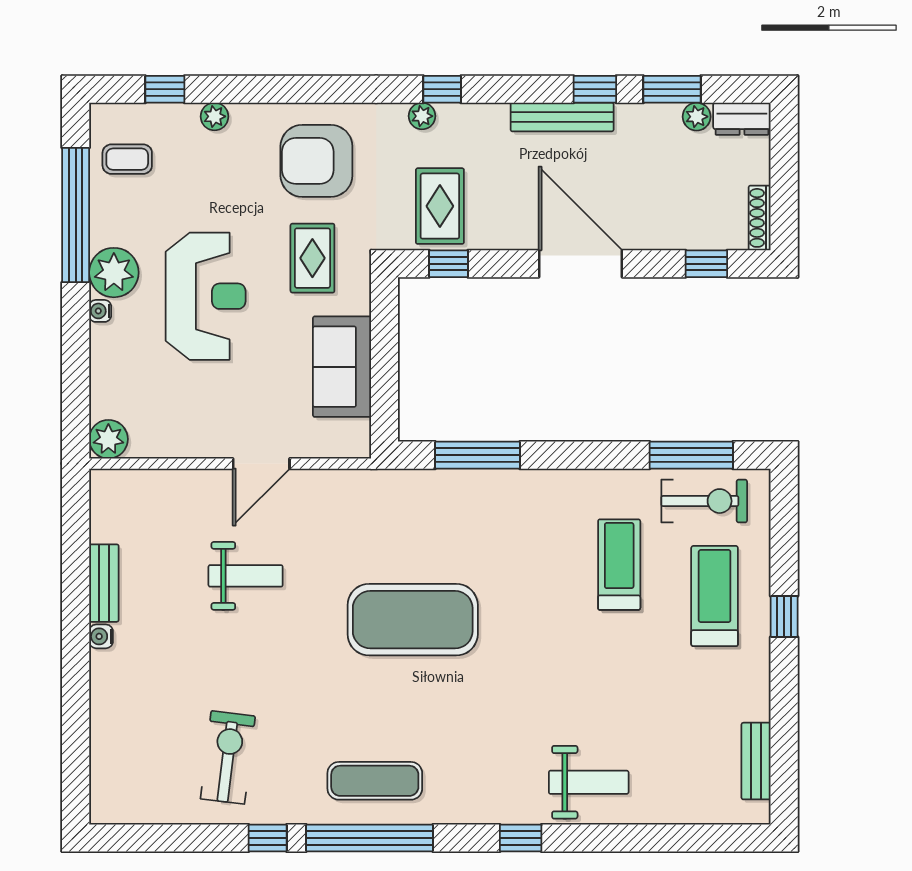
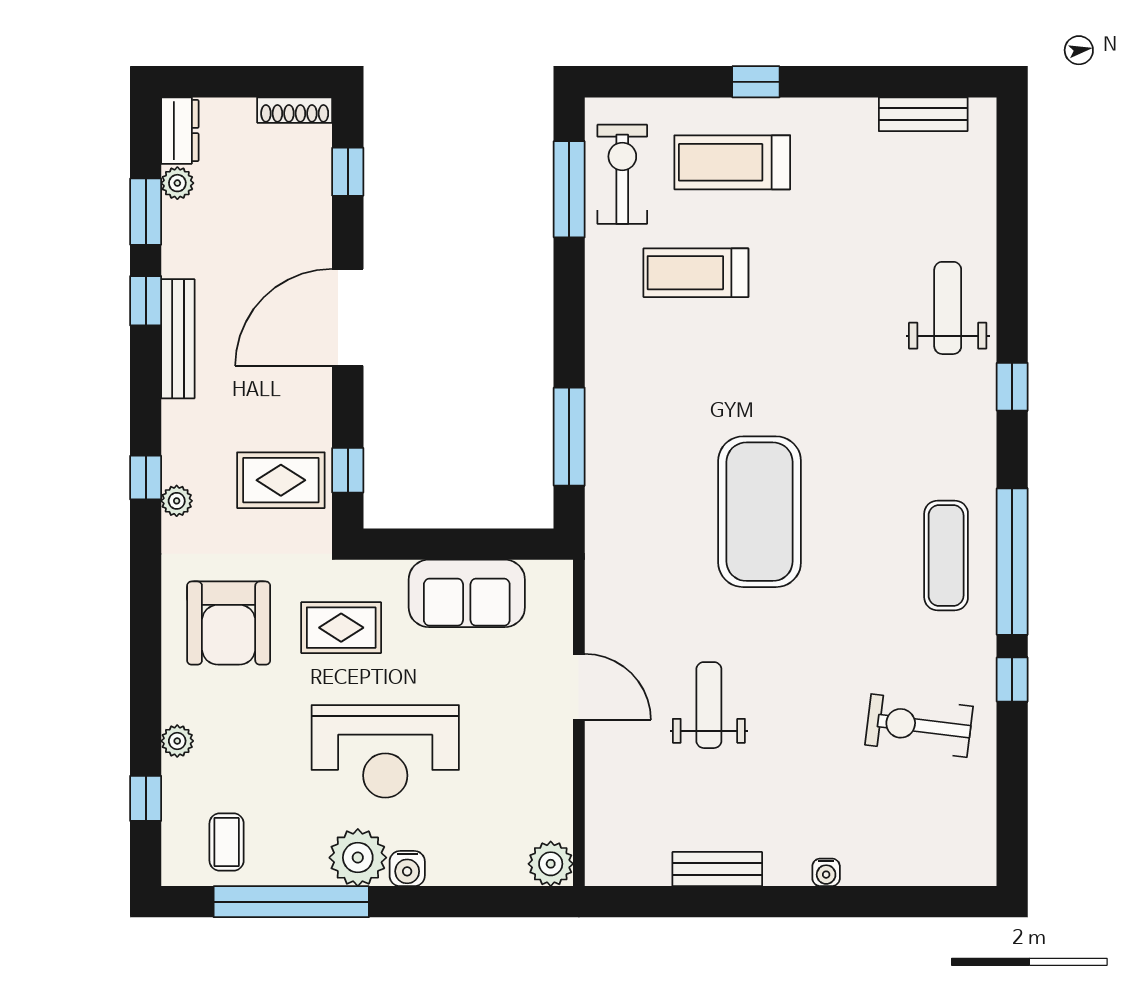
reception desk: (206, 296) -> (385, 751), turned 180
water cooler: (100, 311) -> (407, 869), width x1.38, depth x1.38
water cooler: (101, 636) -> (826, 872), moved

